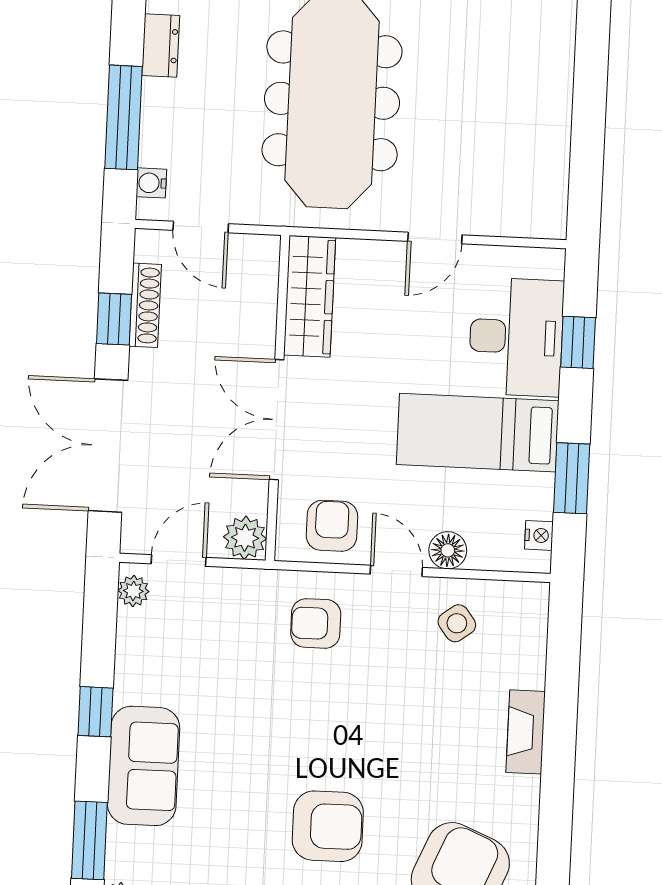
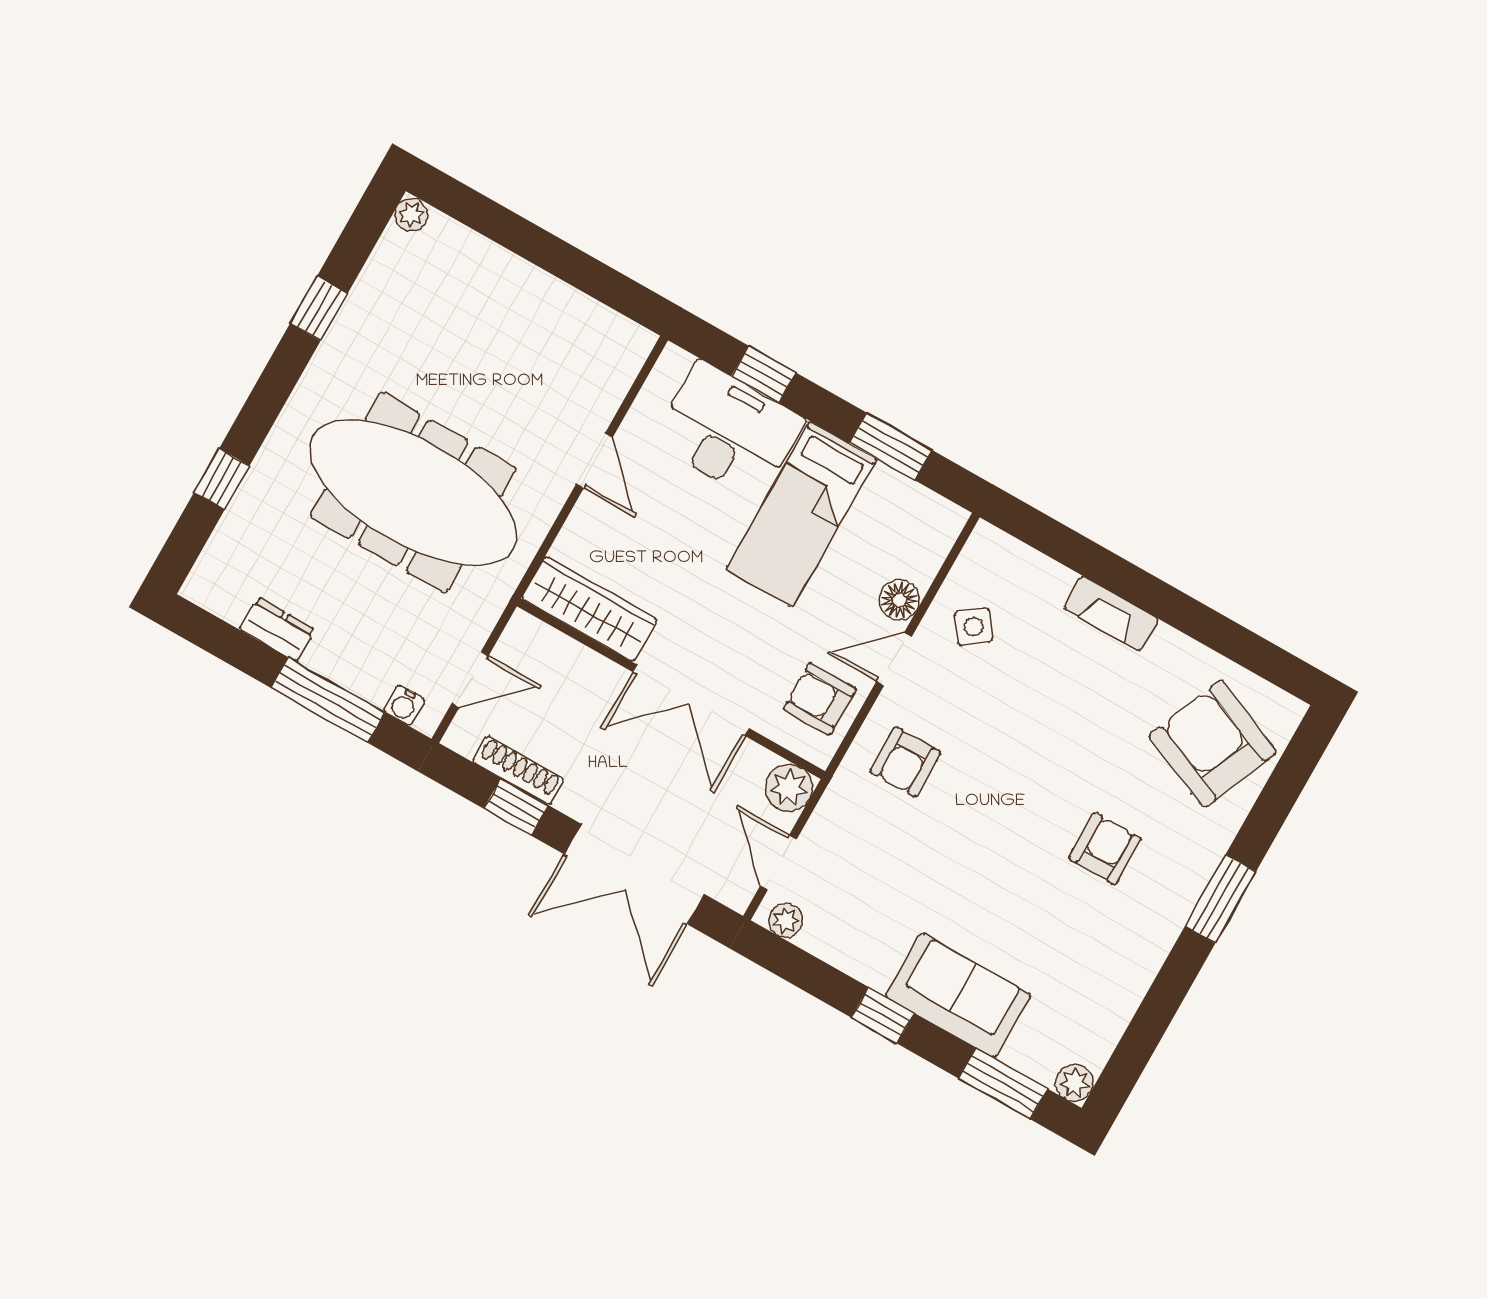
nightstand: (539, 535) -> (929, 505), removed
armchair: (328, 826) -> (1105, 849), width x0.72, depth x0.72

